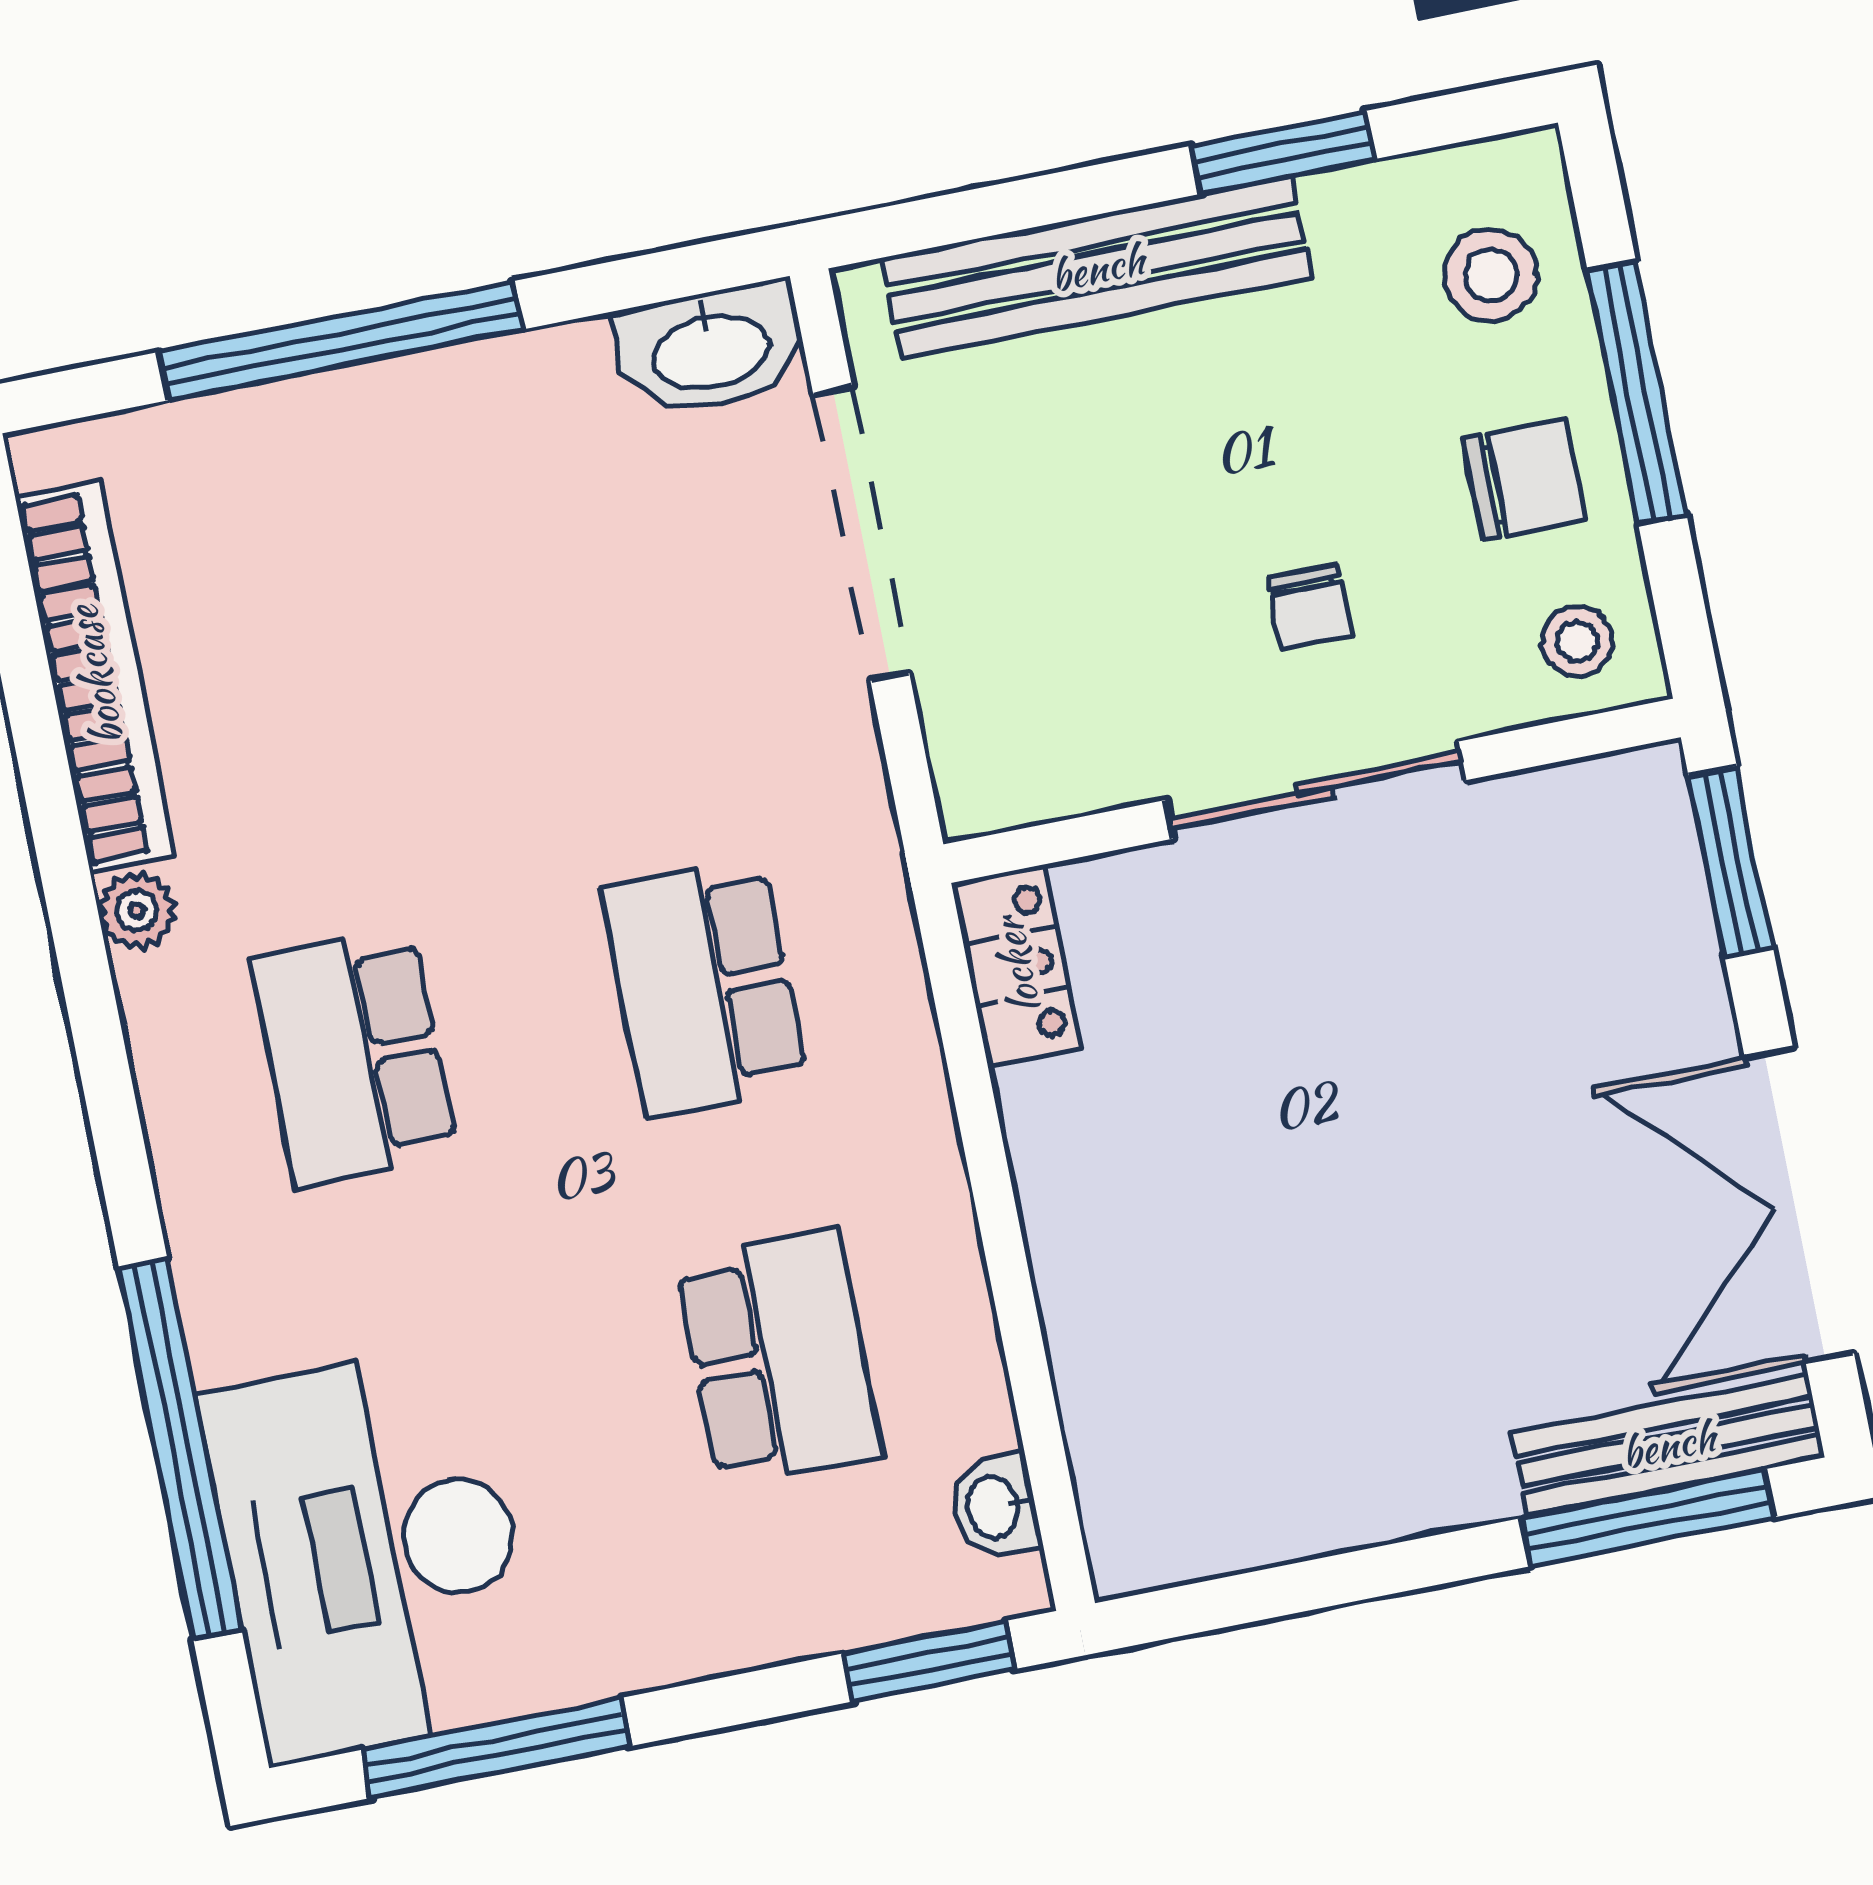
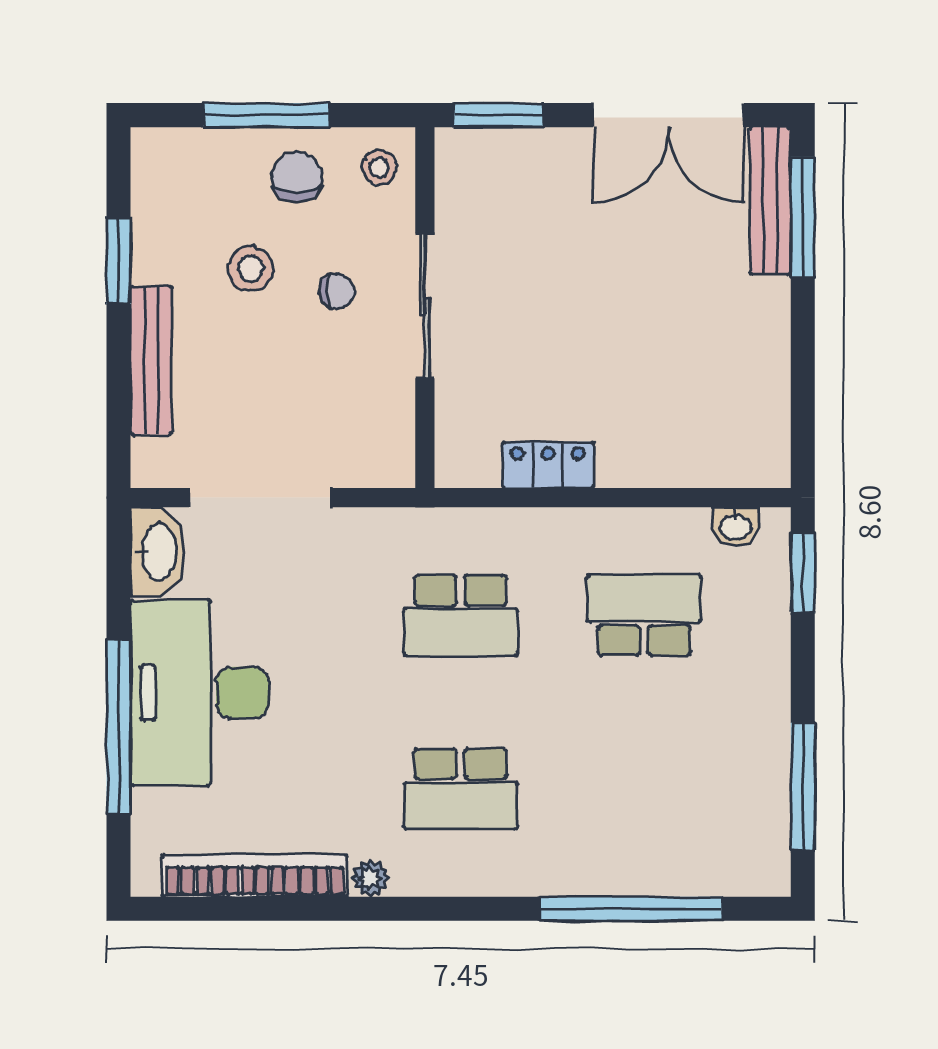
bench: (1097, 268) -> (151, 360), width x0.73, depth x0.82
stool: (1491, 275) -> (251, 269), moved
locker: (1016, 966) -> (548, 465), moved
desk: (372, 1553) -> (200, 693), moved, turned 90

